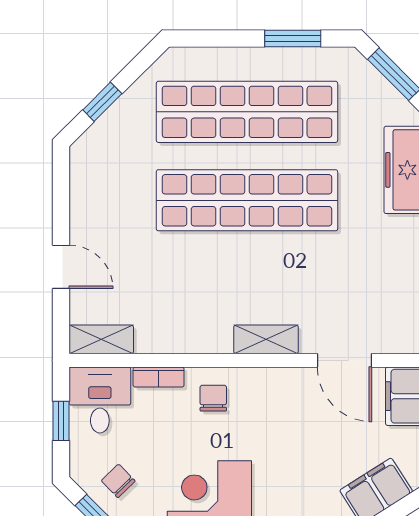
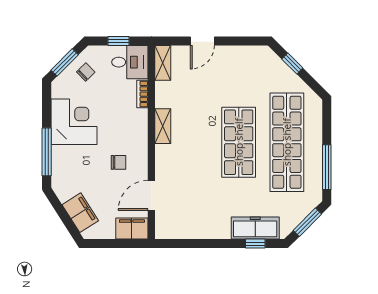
window: (293, 39) -> (327, 167), width x1.44
shop shelf: (247, 200) -> (239, 142), width x0.71
shelving: (266, 339) -> (163, 126), moved
chair: (213, 398) -> (119, 162), moved

